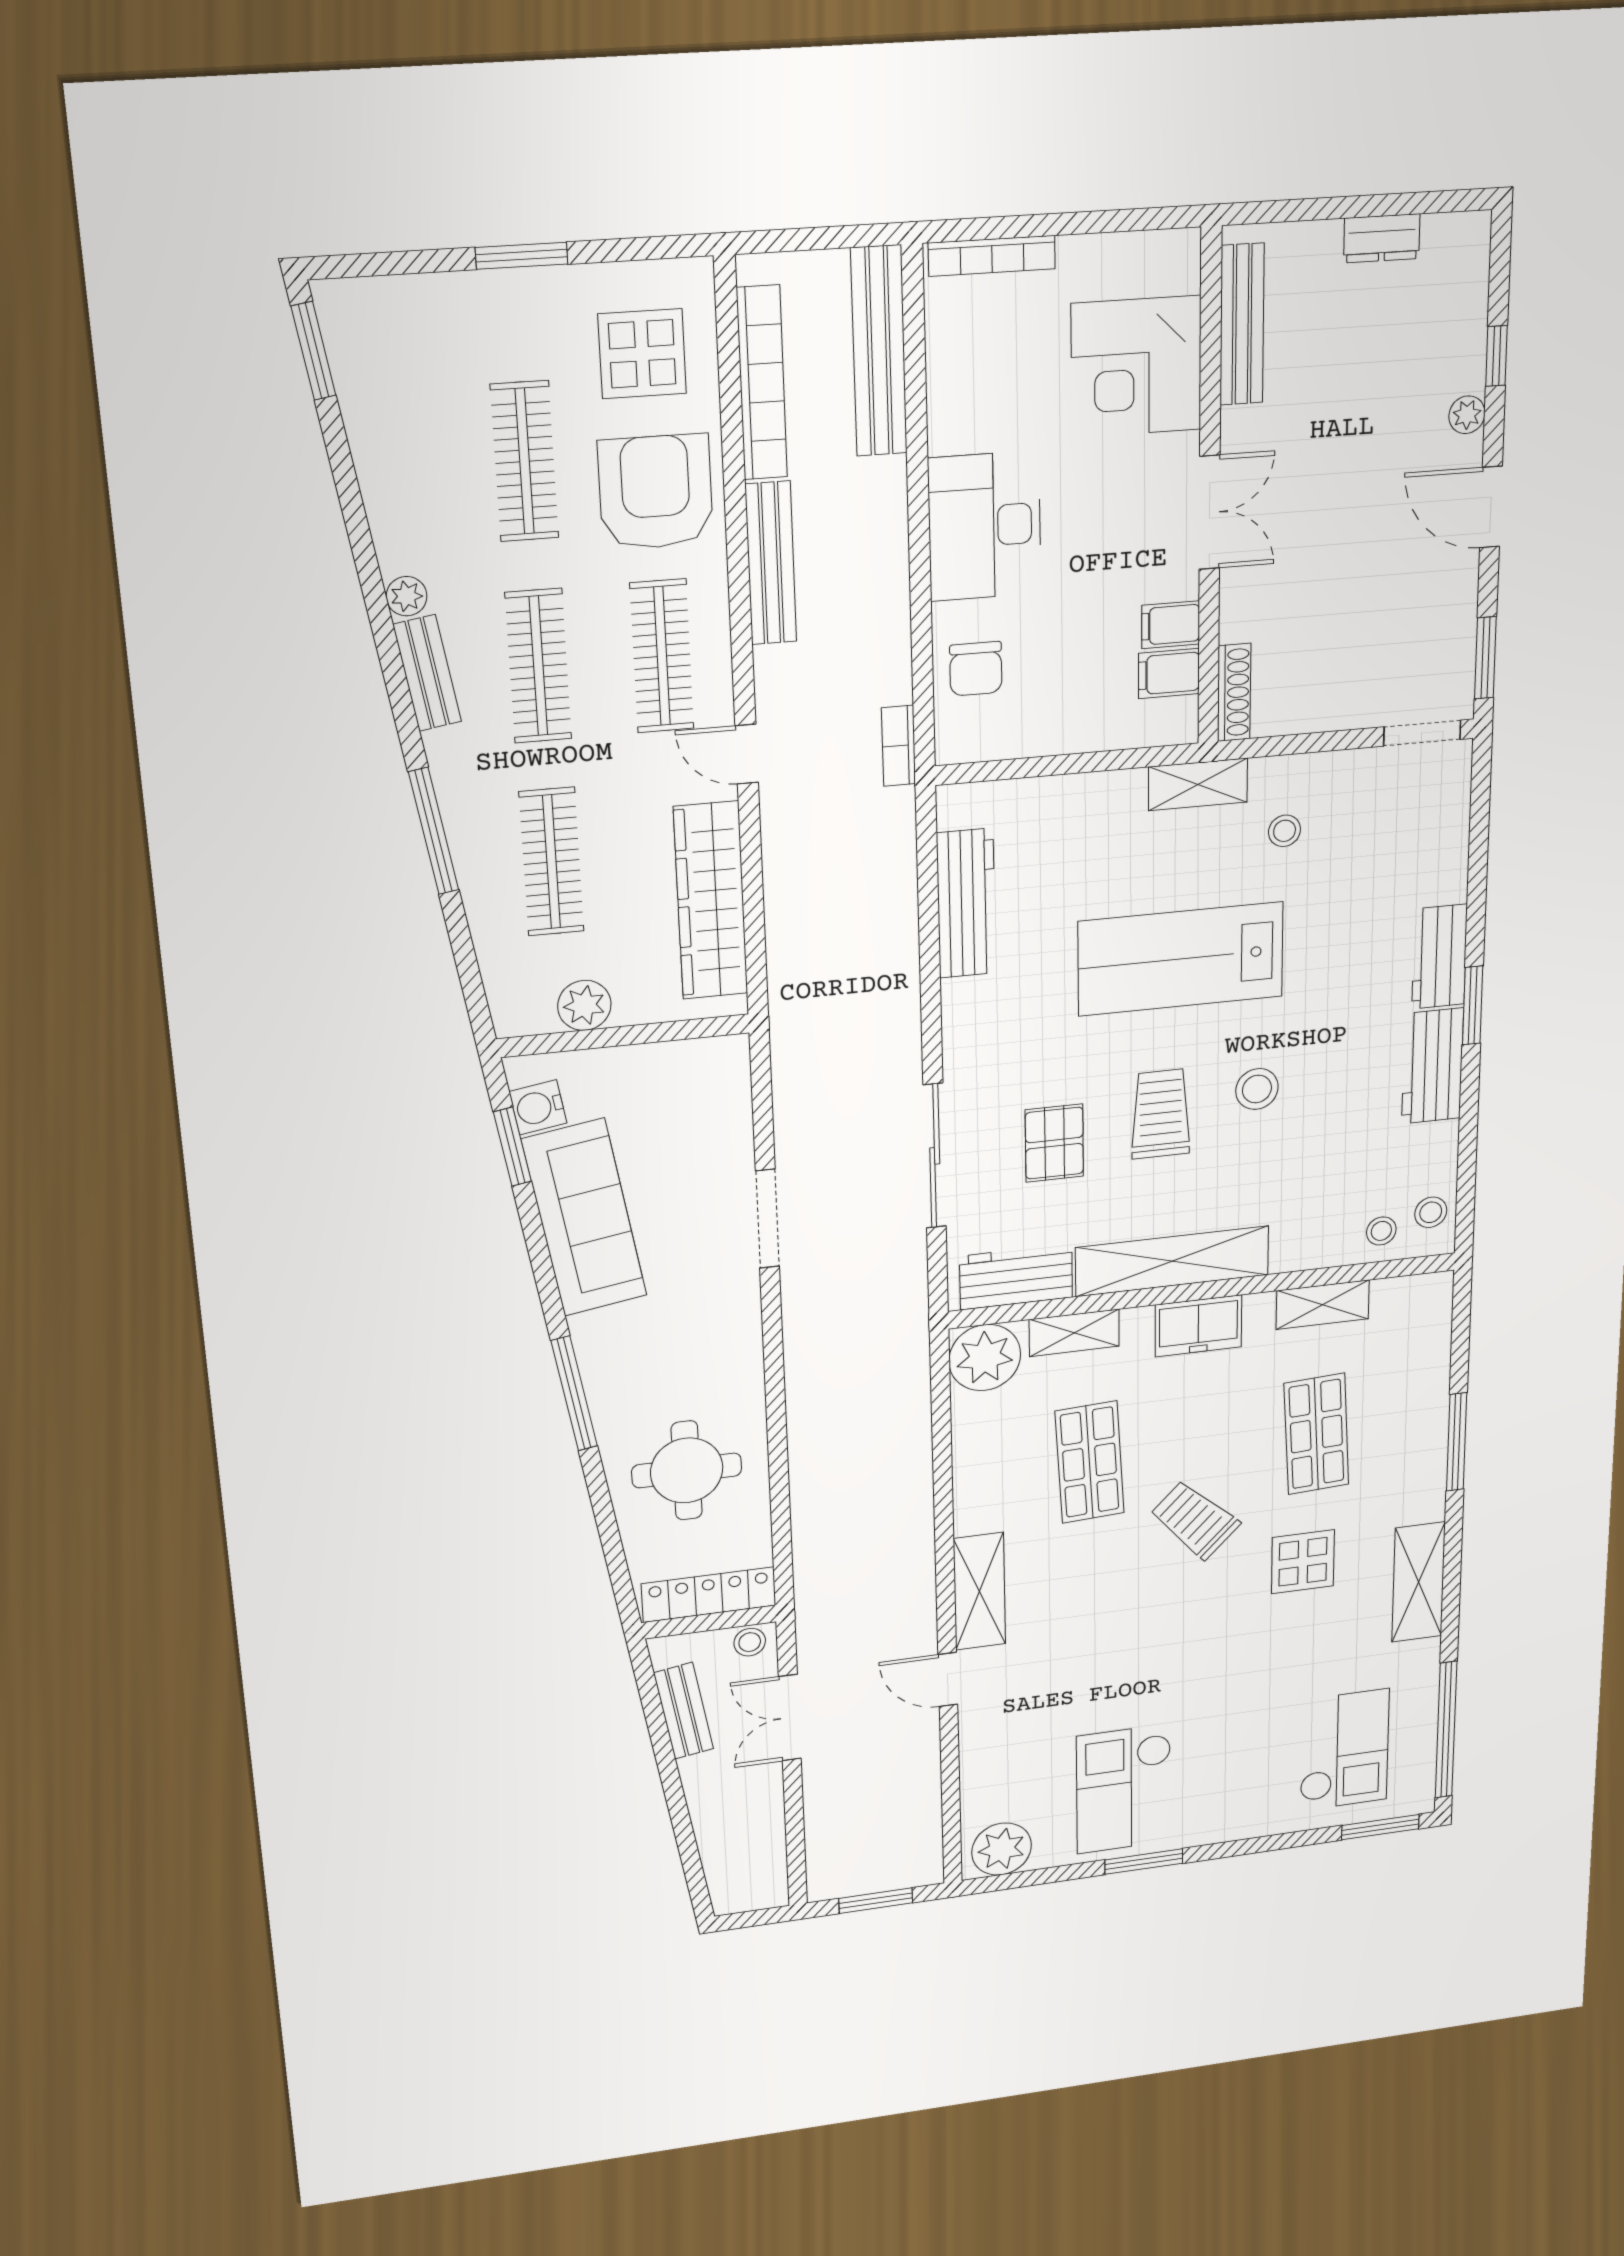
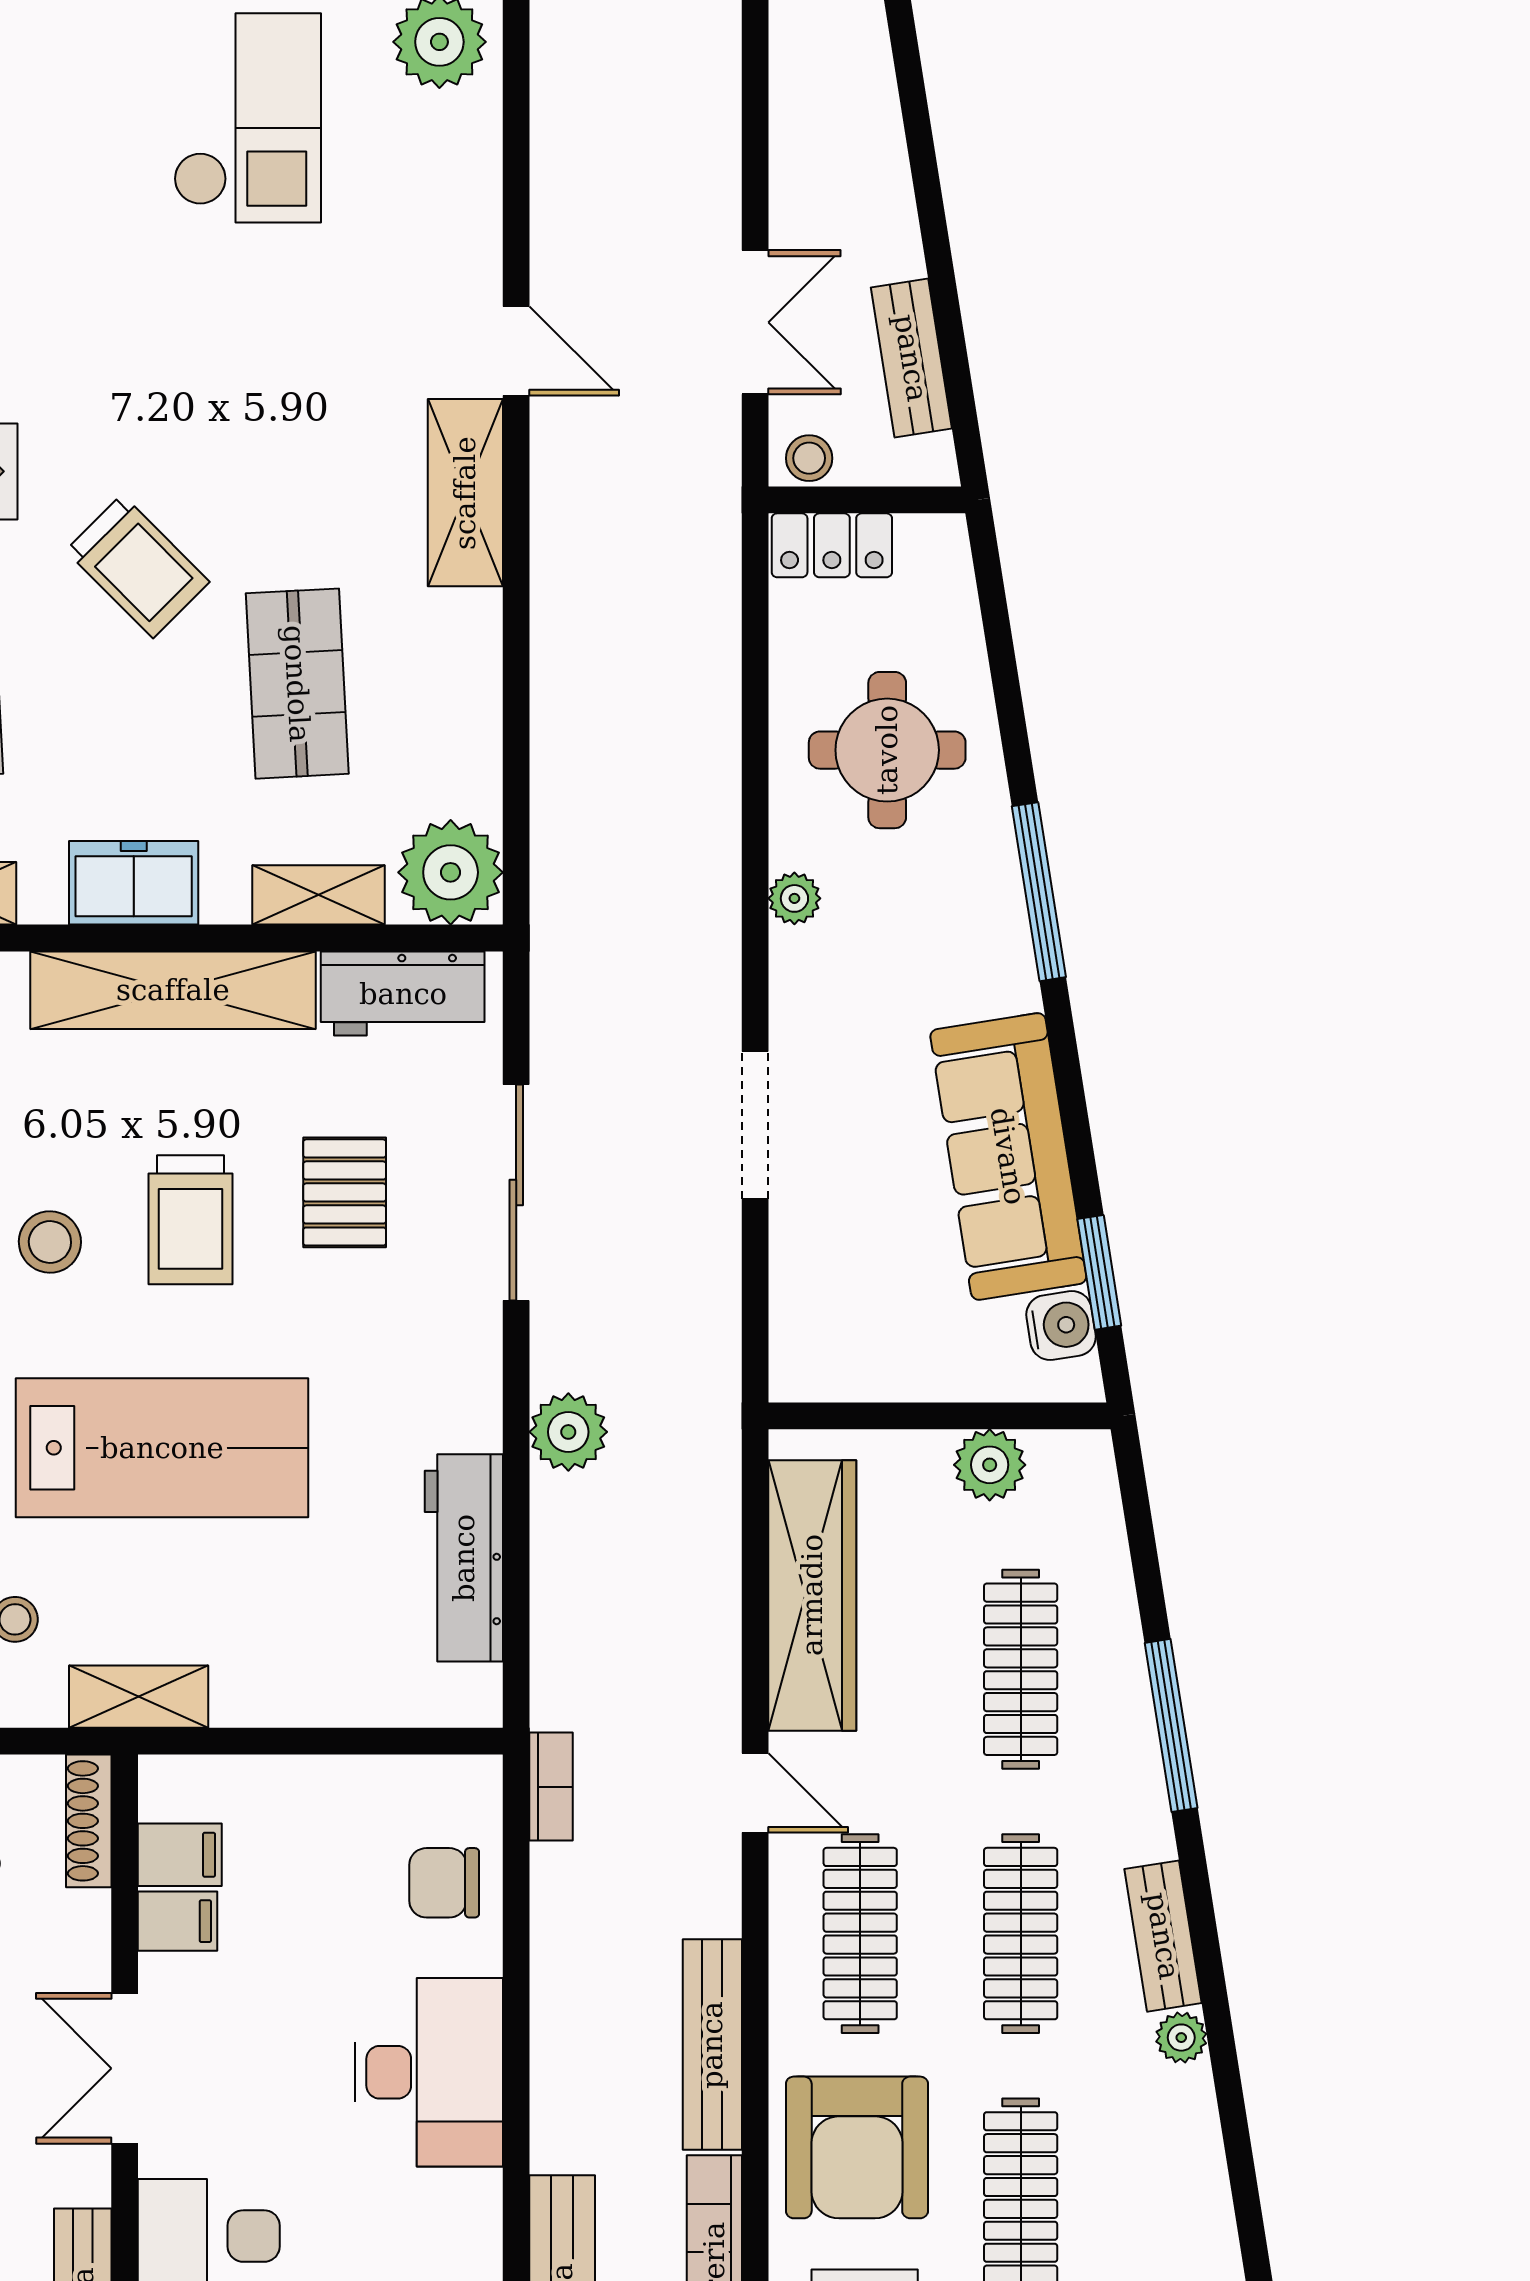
chair: (976, 669) -> (444, 1883), turned -90
plant: (893, 998) -> (568, 1432), added
plant: (747, 1369) -> (794, 898), added
locker: (709, 1595) -> (832, 545), width x0.66

